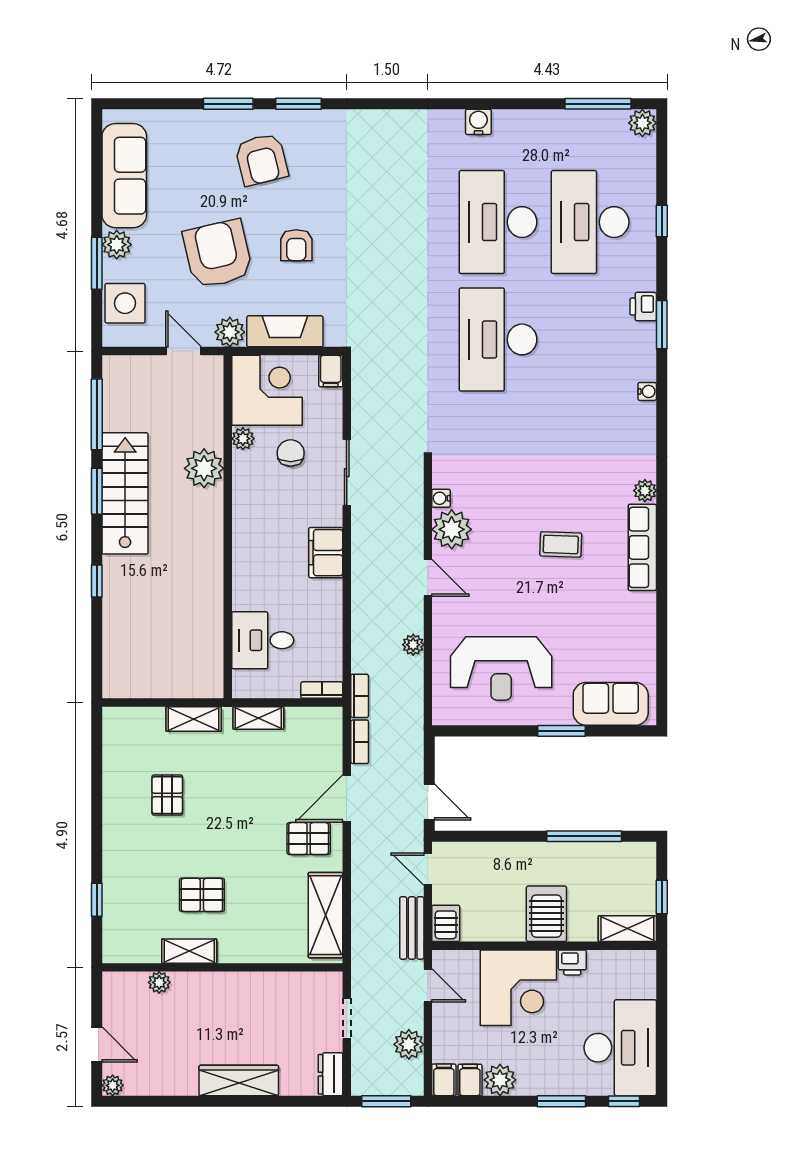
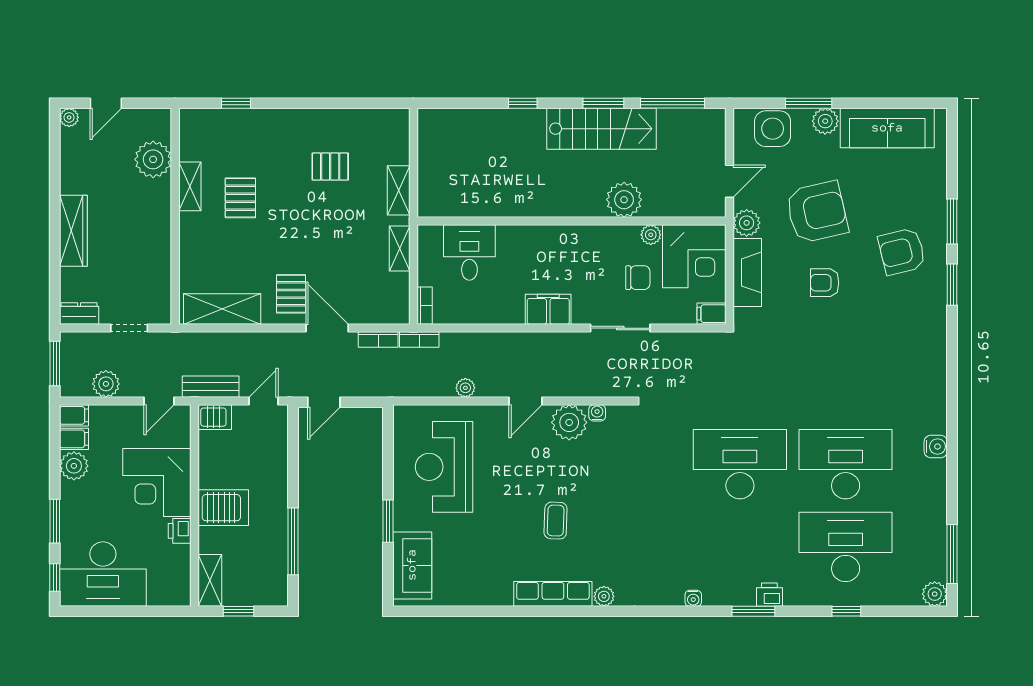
plant: (159, 982) -> (153, 159), width x1.87, depth x1.87

